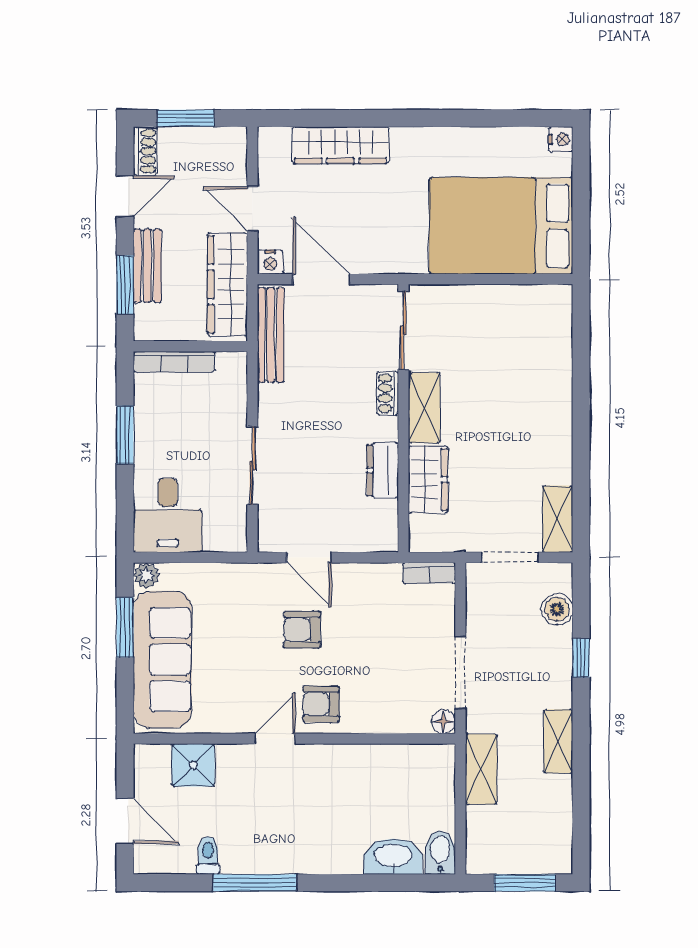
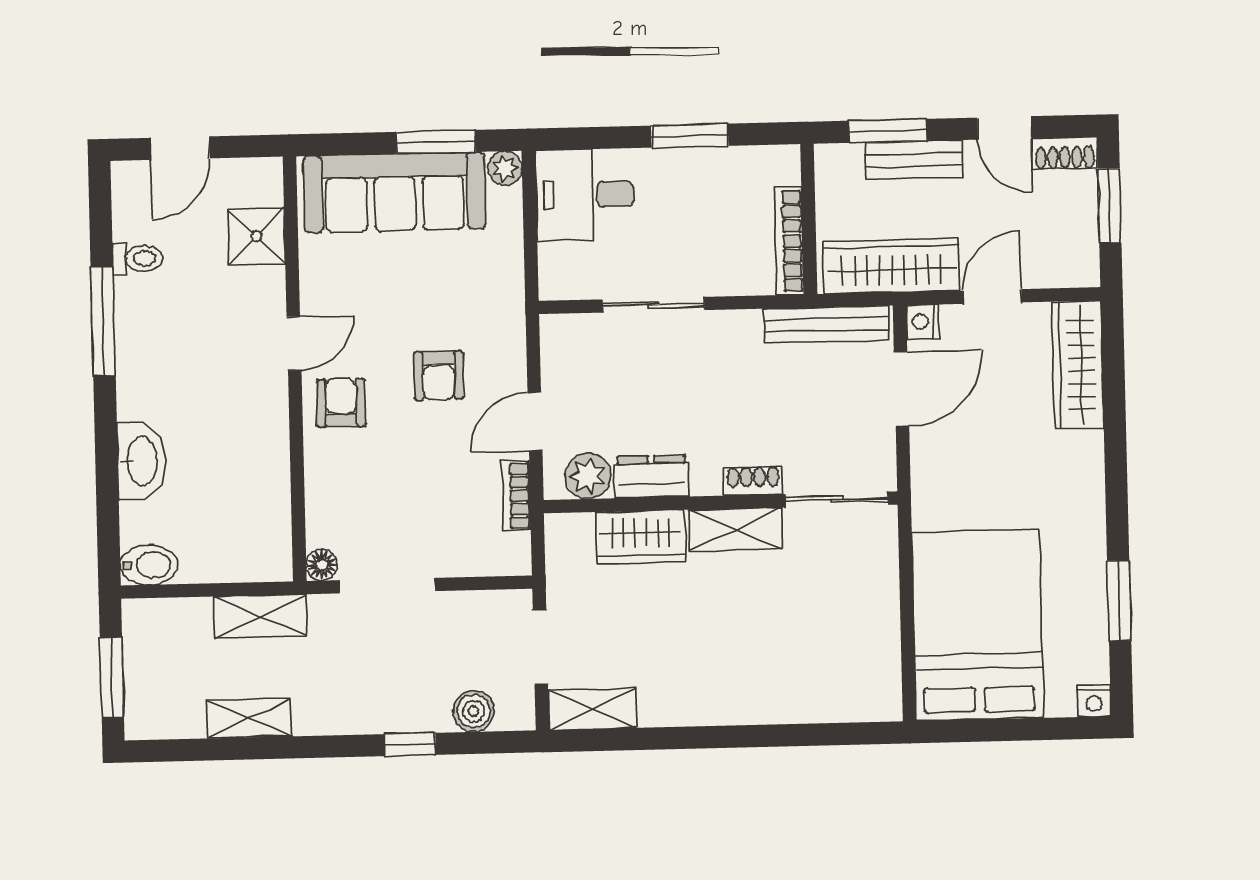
window: (485, 118) -> (1119, 601), added
wardrobe: (341, 145) -> (1078, 365), moved
bookcase: (174, 362) -> (789, 241), moved
plant: (381, 518) -> (588, 476), added
door: (309, 557) -> (535, 421), moved
bookcase: (429, 573) -> (516, 496), moved
armchair: (302, 630) -> (439, 375), turned 180
door: (275, 739) -> (294, 343), hinge flipped
shelving: (558, 741) -> (249, 718), moved
washbasin: (393, 856) -> (141, 461), moved

